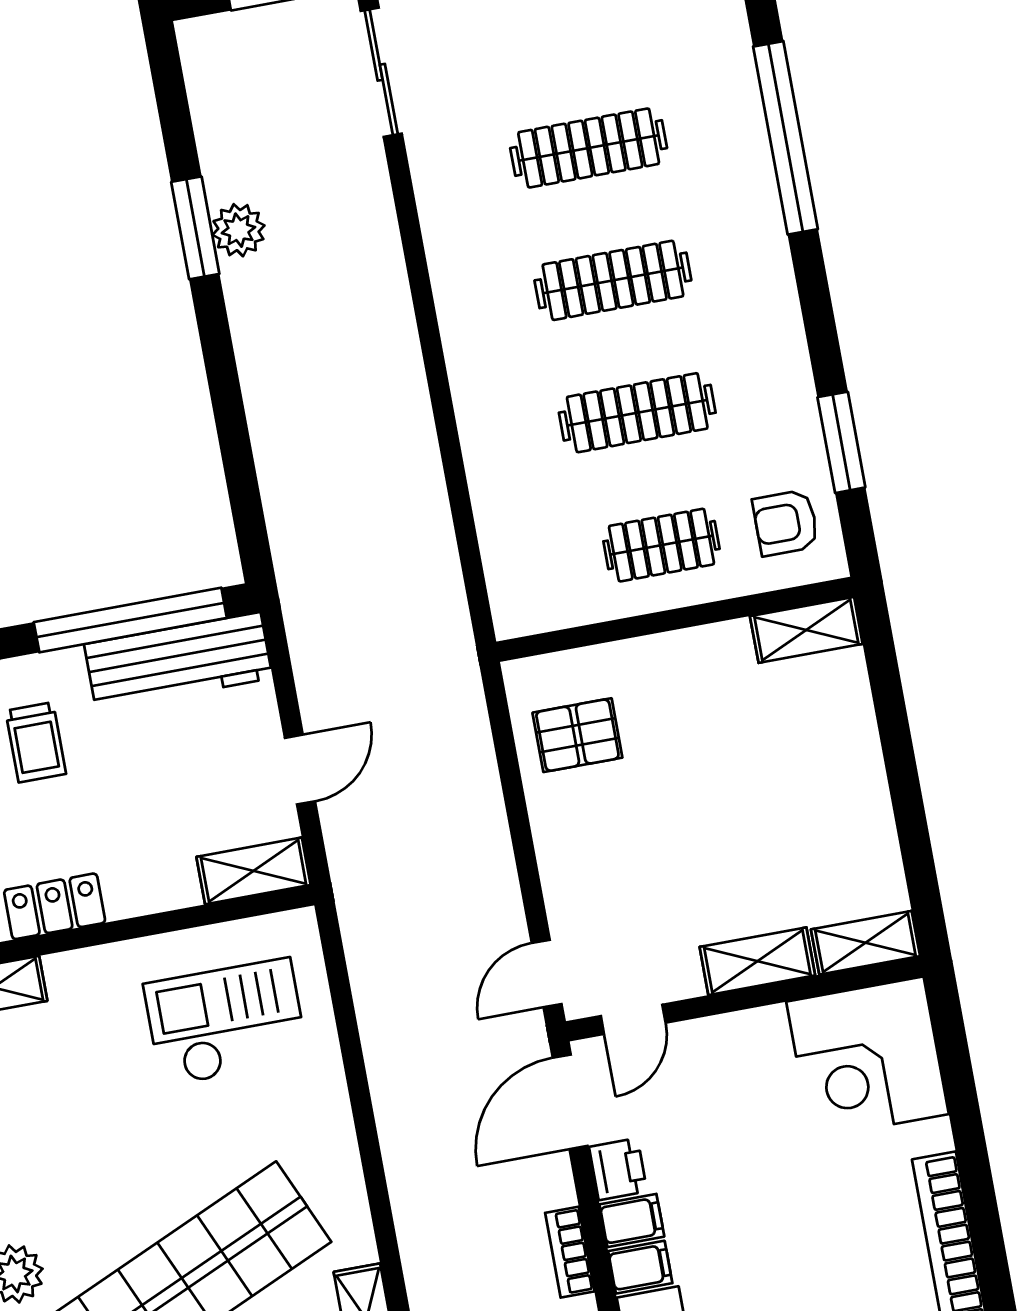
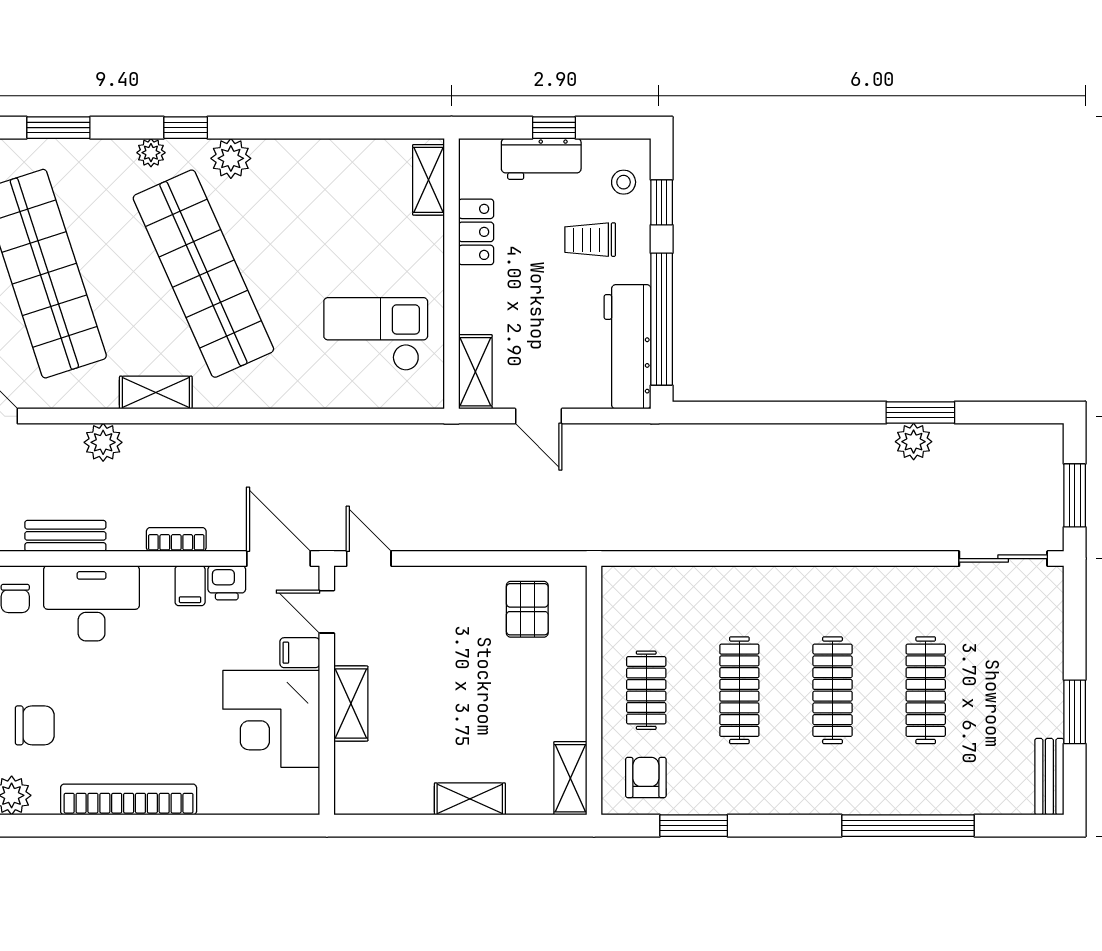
shelving: (865, 943) -> (470, 799), moved, turned 90
checkout: (226, 1022) -> (376, 334), turned -90
corner desk: (868, 1058) -> (271, 719), moved, turned -90
filing cabinet: (640, 1267) -> (300, 653), moved, turned 90

